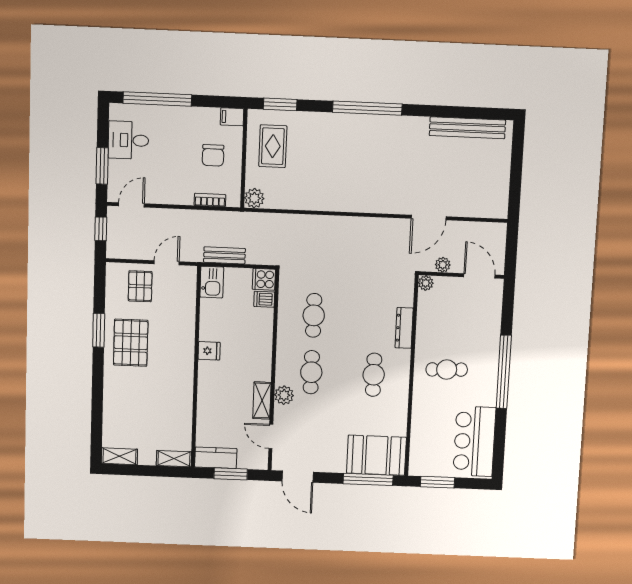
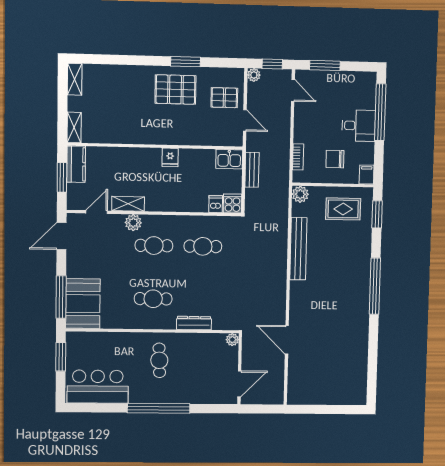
bench: (467, 128) -> (298, 249), moved
desk: (128, 140) -> (359, 126), moved, turned 90
plant: (443, 265) -> (254, 75), moved

